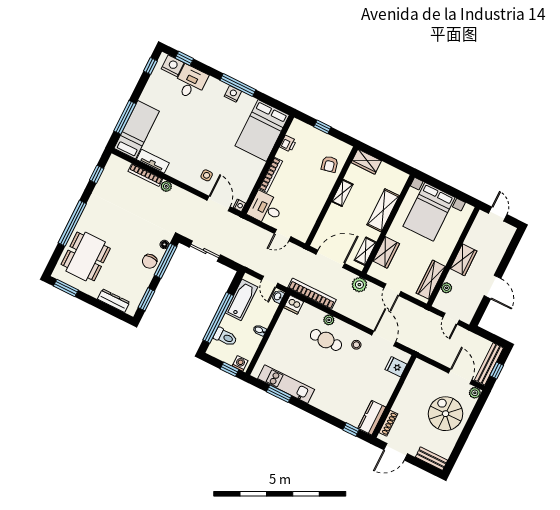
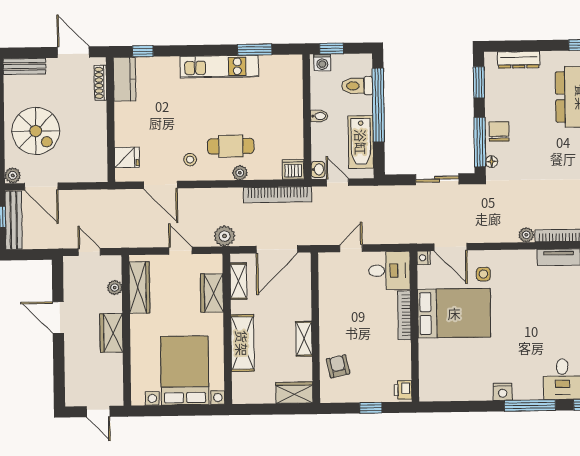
window: (238, 85) -> (530, 406), moved
bed: (262, 130) -> (454, 313), moved, turned 90
printer: (288, 144) -> (403, 390), moved
kitchen unit: (286, 384) -> (219, 67), moved
door: (396, 452) -> (73, 52), hinge flipped

